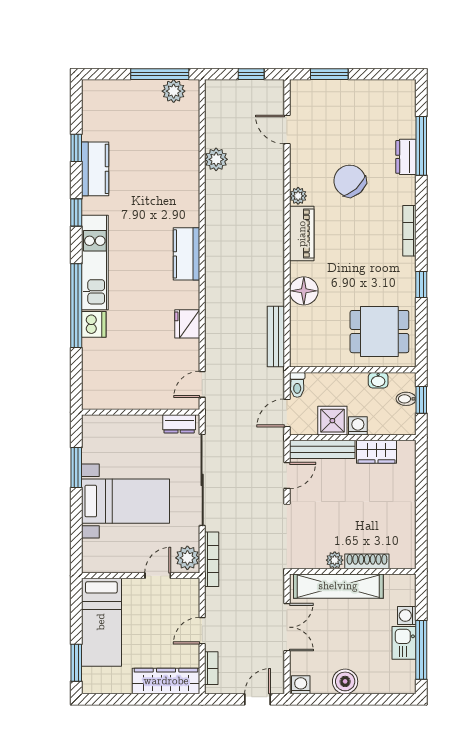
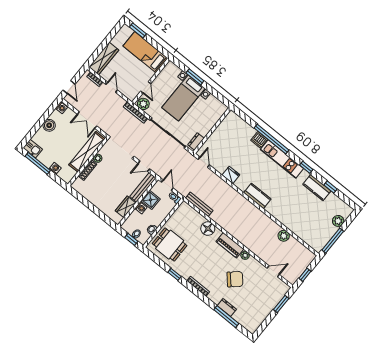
plant: (174, 91) -> (338, 221), moved
dining table: (379, 332) -> (170, 245), turned 90
window: (76, 468) -> (195, 77), moved
door: (287, 476) -> (144, 166), hinge flipped
kitchen sink: (404, 643) -> (33, 149), moved

